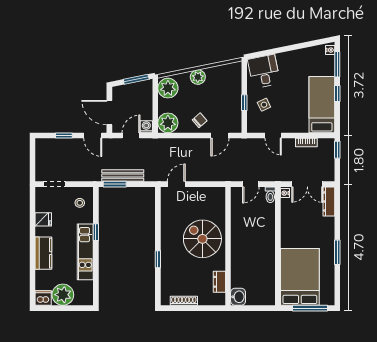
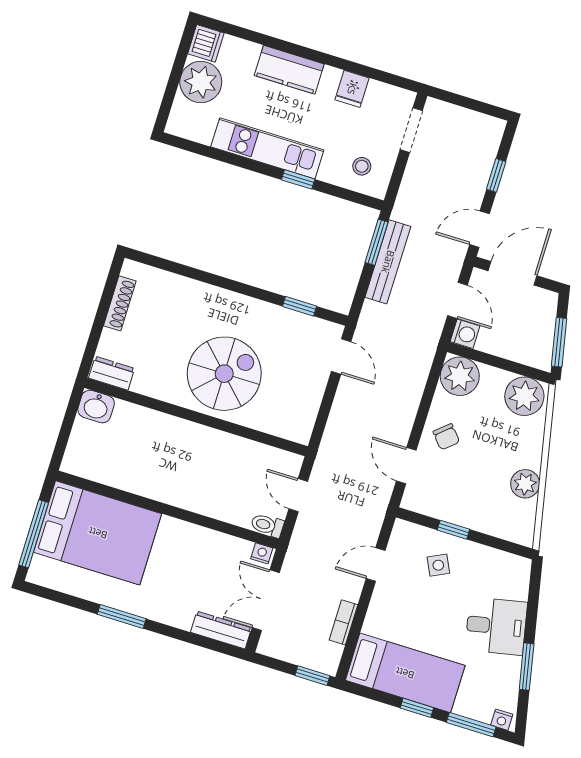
window: (300, 46) -> (527, 667), added
desk: (264, 71) -> (496, 626), moved
plant: (198, 77) -> (525, 484), moved
window: (158, 259) -> (299, 306), moved
dresser: (219, 282) -> (112, 373), moved

